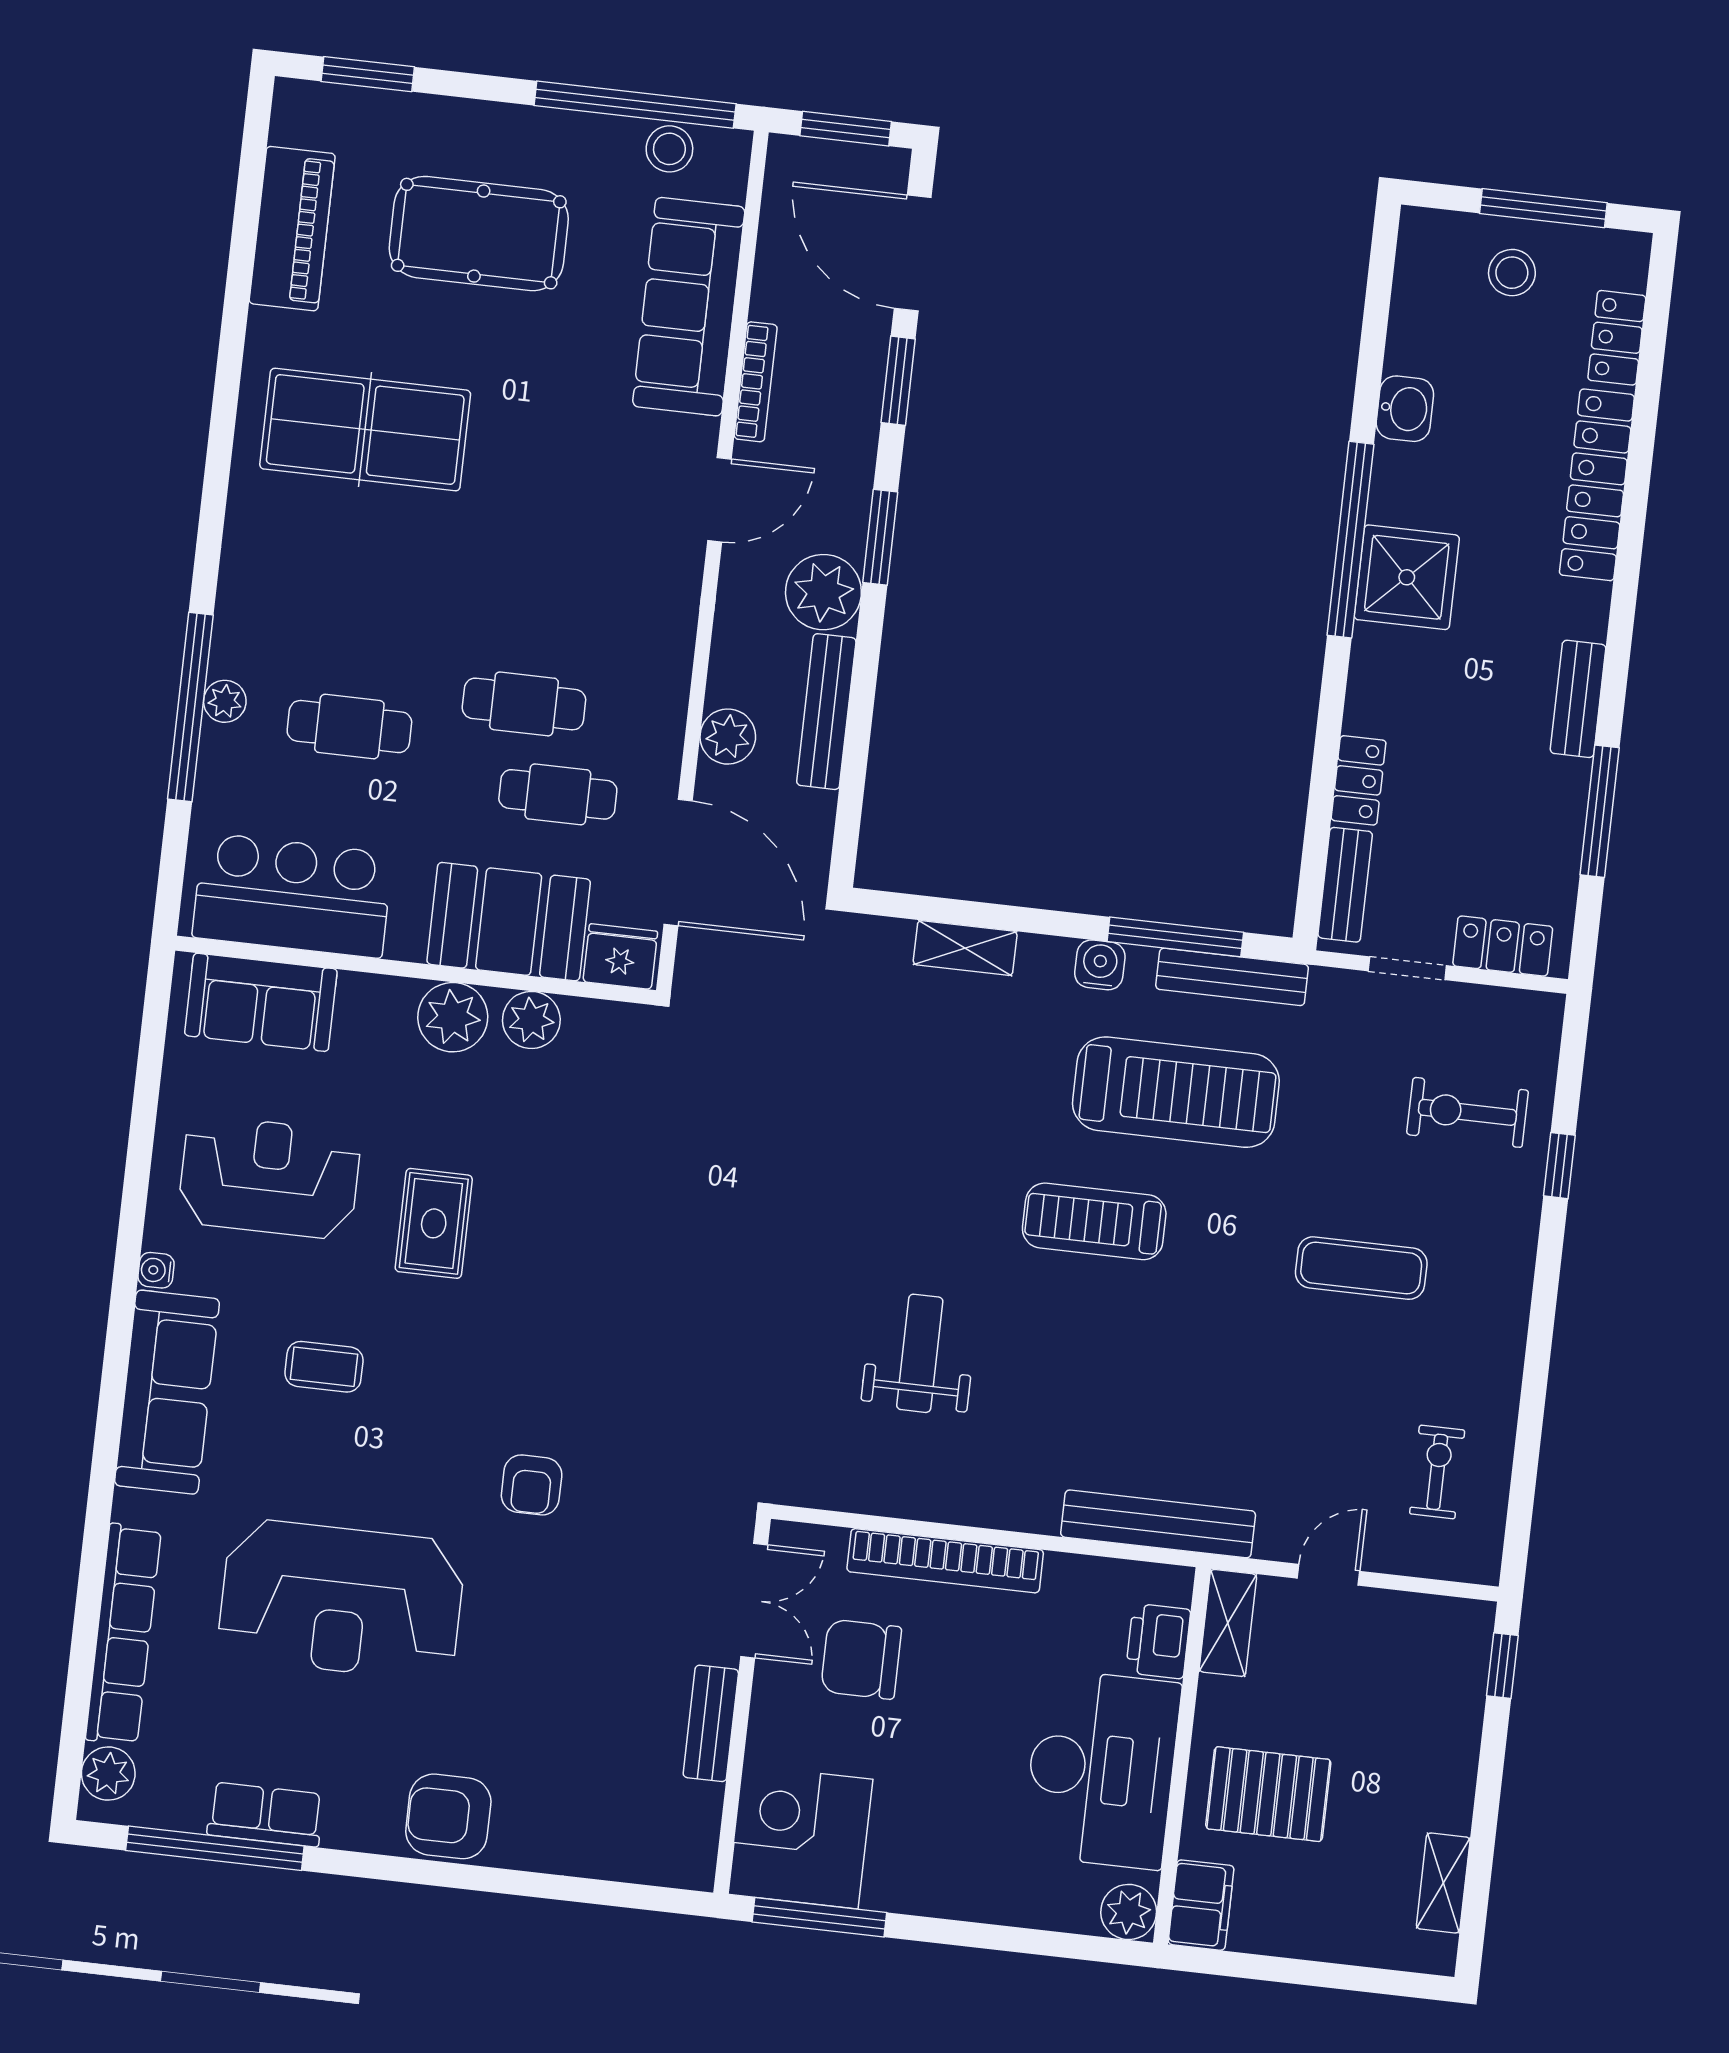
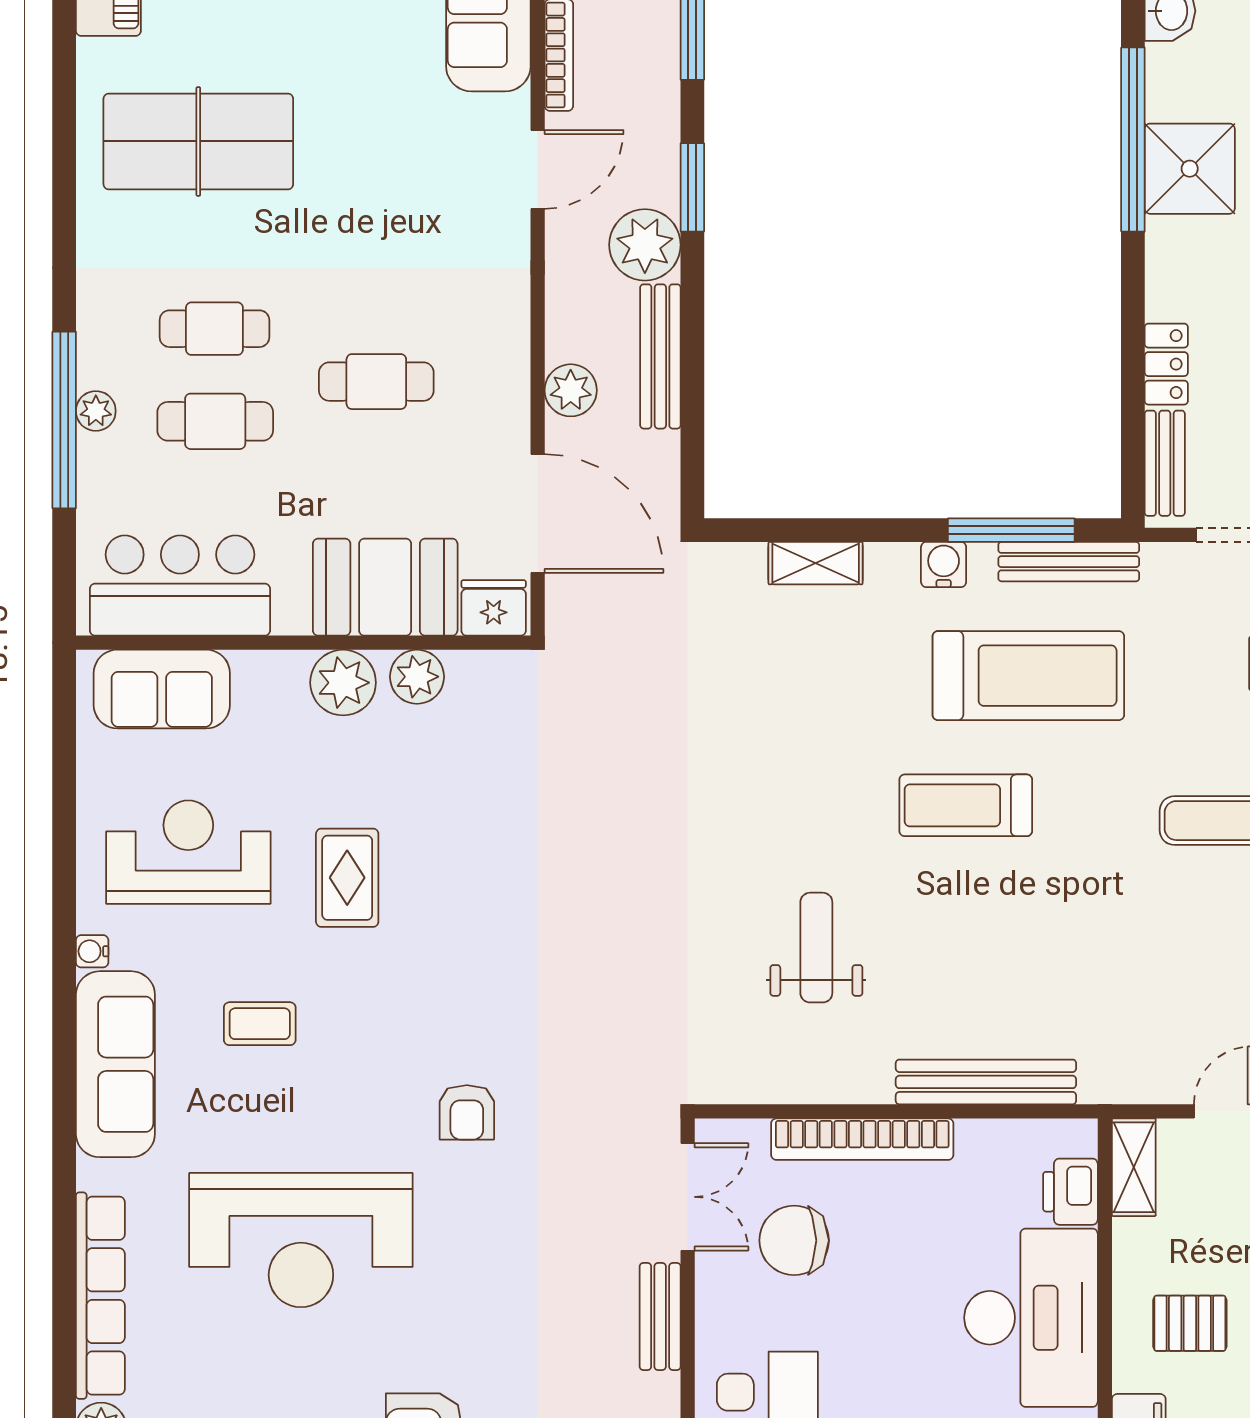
cafe table: (558, 794) -> (214, 329), moved
bench: (1158, 1524) -> (986, 1082), moved
pallet: (1268, 1794) -> (1190, 1323), width x0.67, depth x0.71

